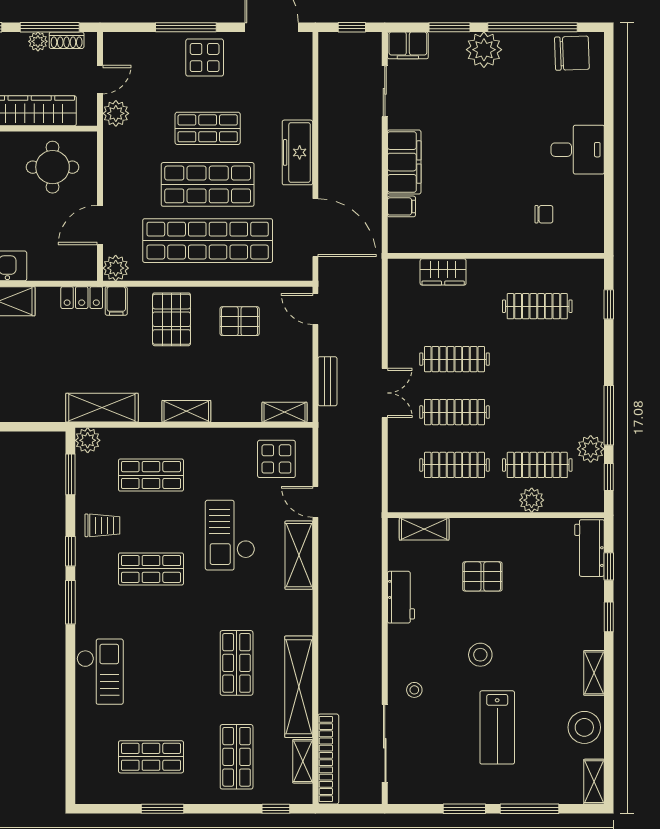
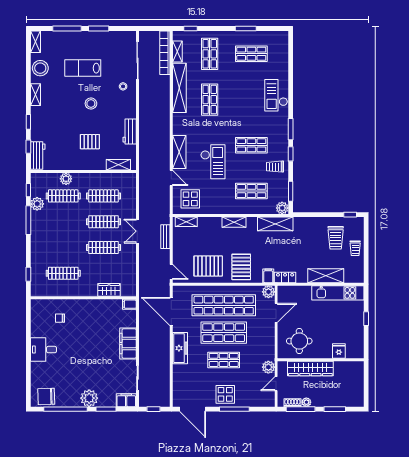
filing cabinet: (401, 206) -> (129, 304), moved
pallet: (240, 321) -> (208, 266), width x1.50, depth x1.42
lab bench: (497, 727) -> (83, 68), turned -90

